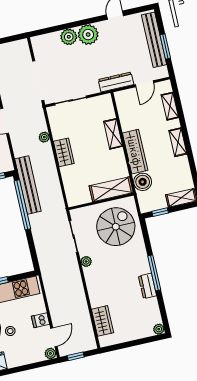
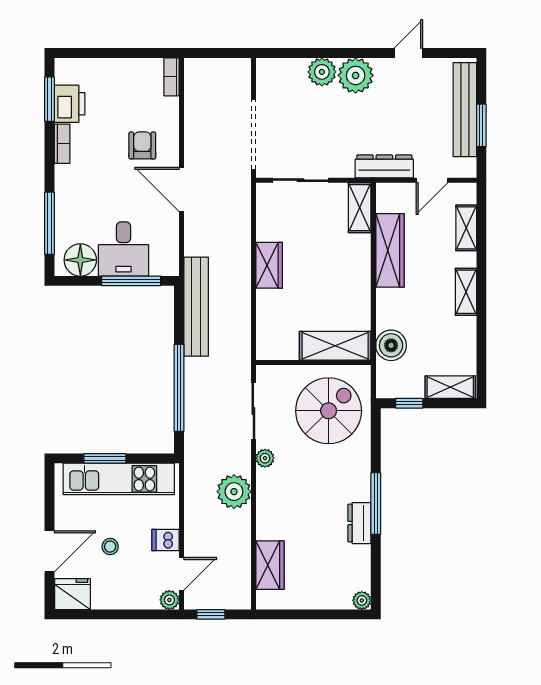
shelving: (113, 134) -> (360, 208), moved
plant: (44, 137) -> (234, 492), moved, width x1.87, depth x1.87
wardrobe: (135, 152) -> (390, 250), moved
window: (22, 205) -> (179, 388), moved

